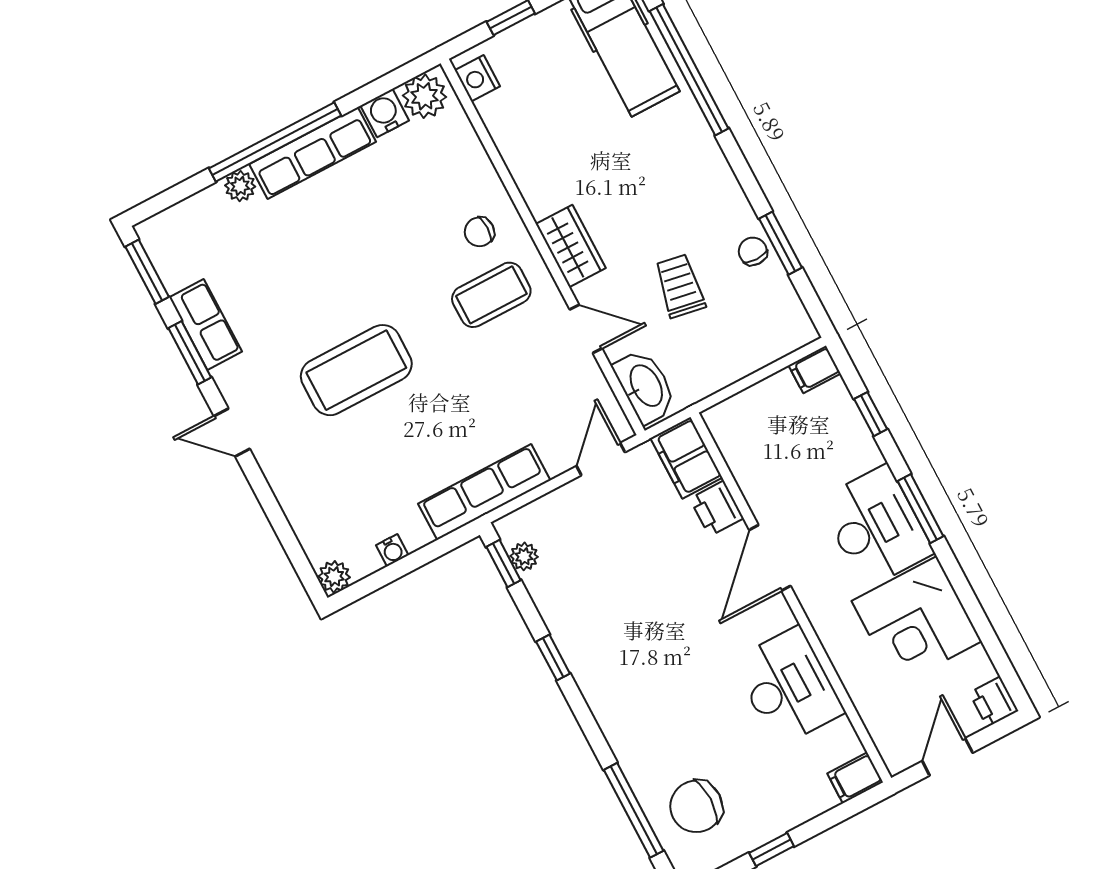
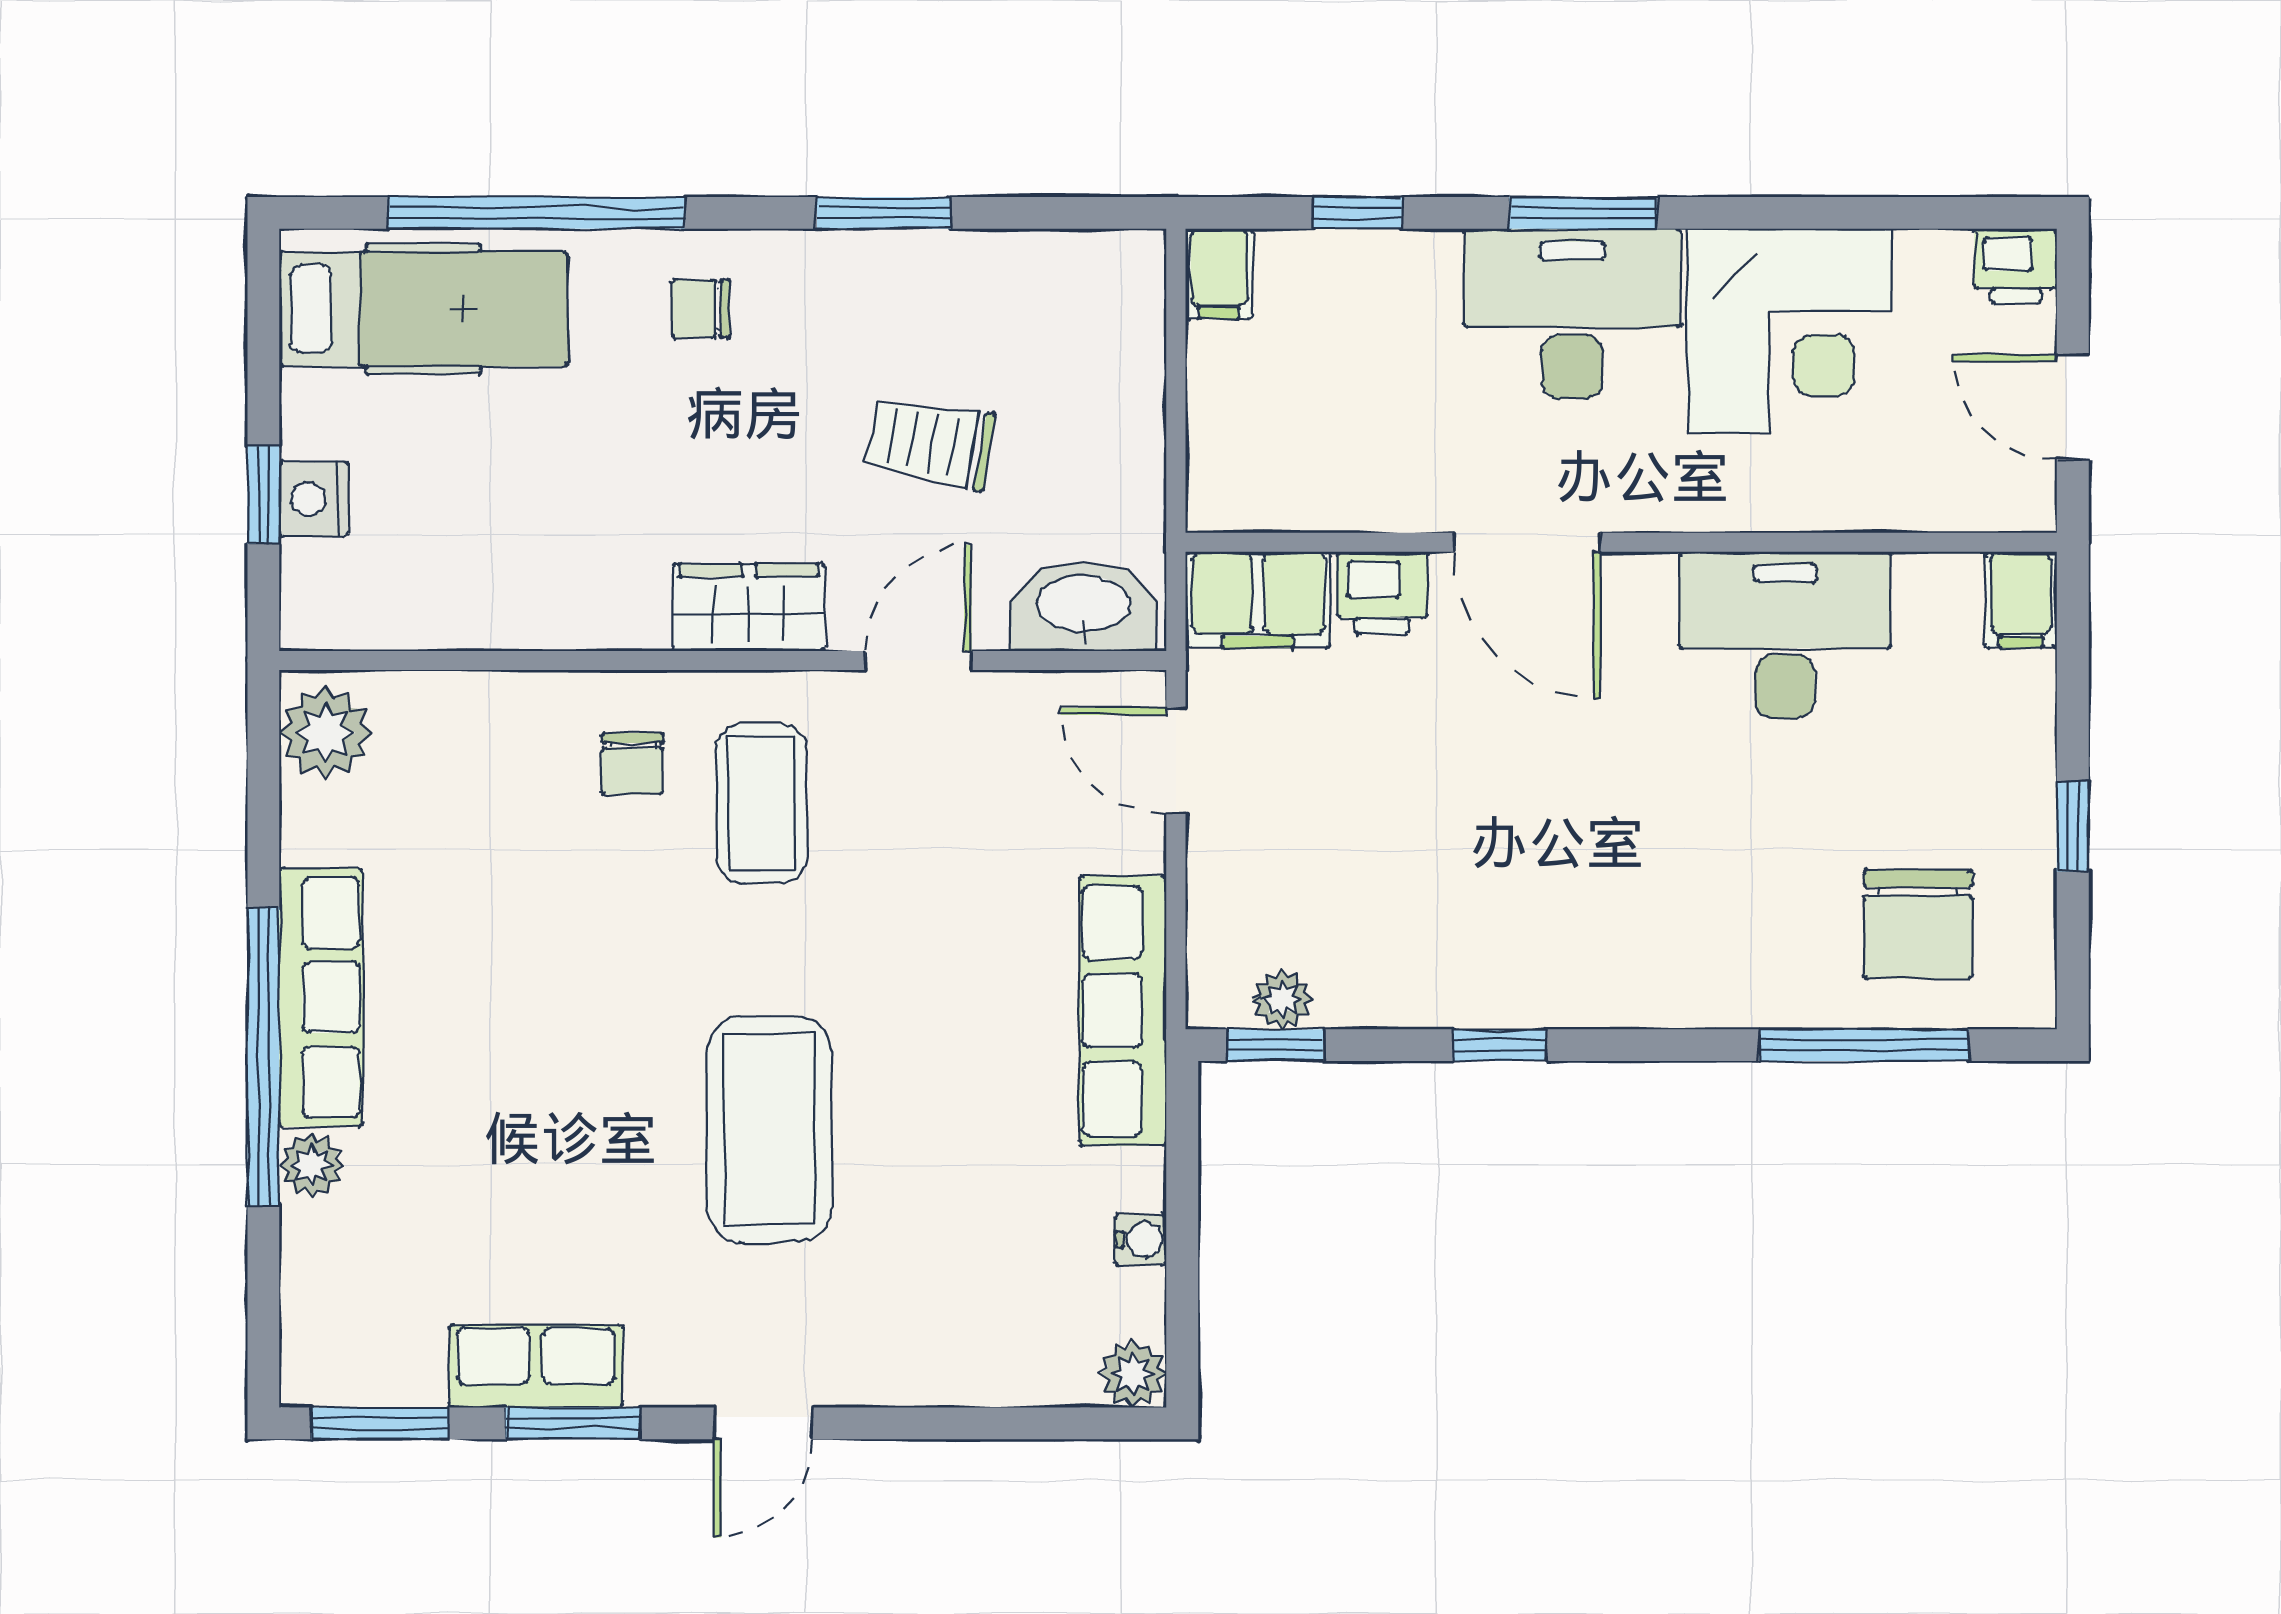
nightstand: (477, 78) -> (314, 499), moved, turned 90
water cooler: (385, 113) -> (317, 824), removed
window: (780, 243) -> (884, 213), moved
chair: (753, 251) -> (701, 309), moved

